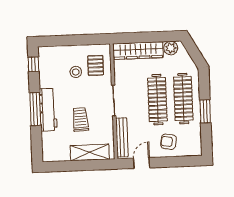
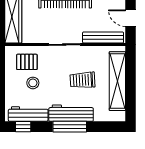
workbench: (46, 69) -> (28, 114), added
shelving: (90, 152) -> (117, 81), width x1.47

